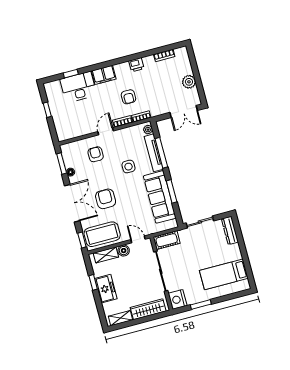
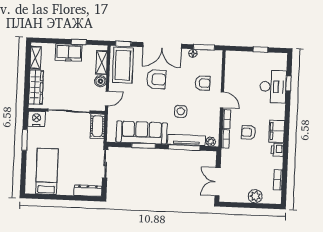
filing cabinet: (104, 75) -> (277, 131), moved
plant: (189, 82) -> (255, 196), moved

